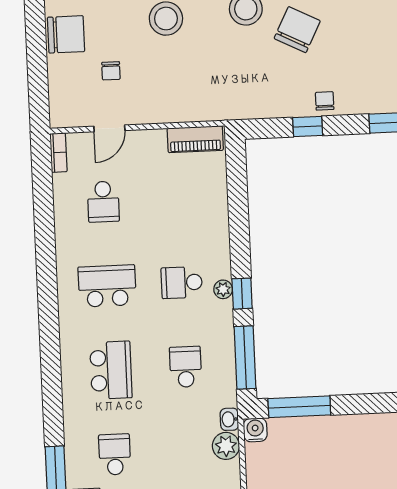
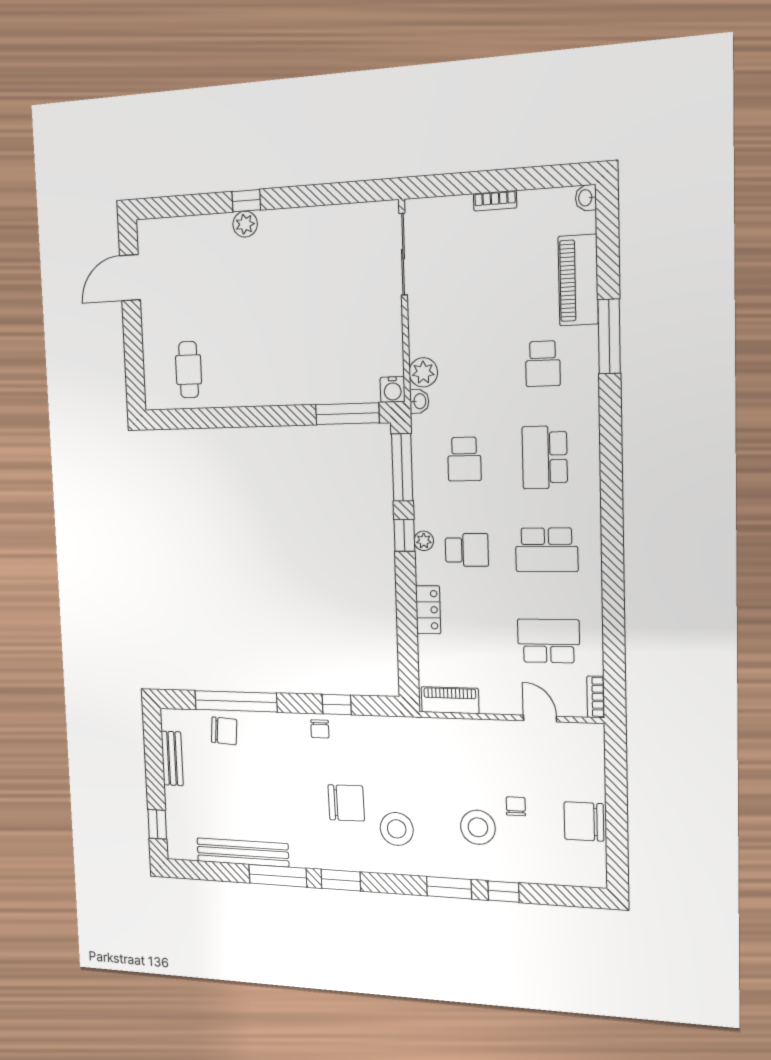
chair: (297, 30) -> (346, 803), turned -118
chair: (111, 71) -> (516, 806), moved
door: (109, 128) -> (540, 718), hinge flipped
school desk: (103, 202) -> (548, 641), width x1.85
locker: (218, 224) -> (428, 610), added

